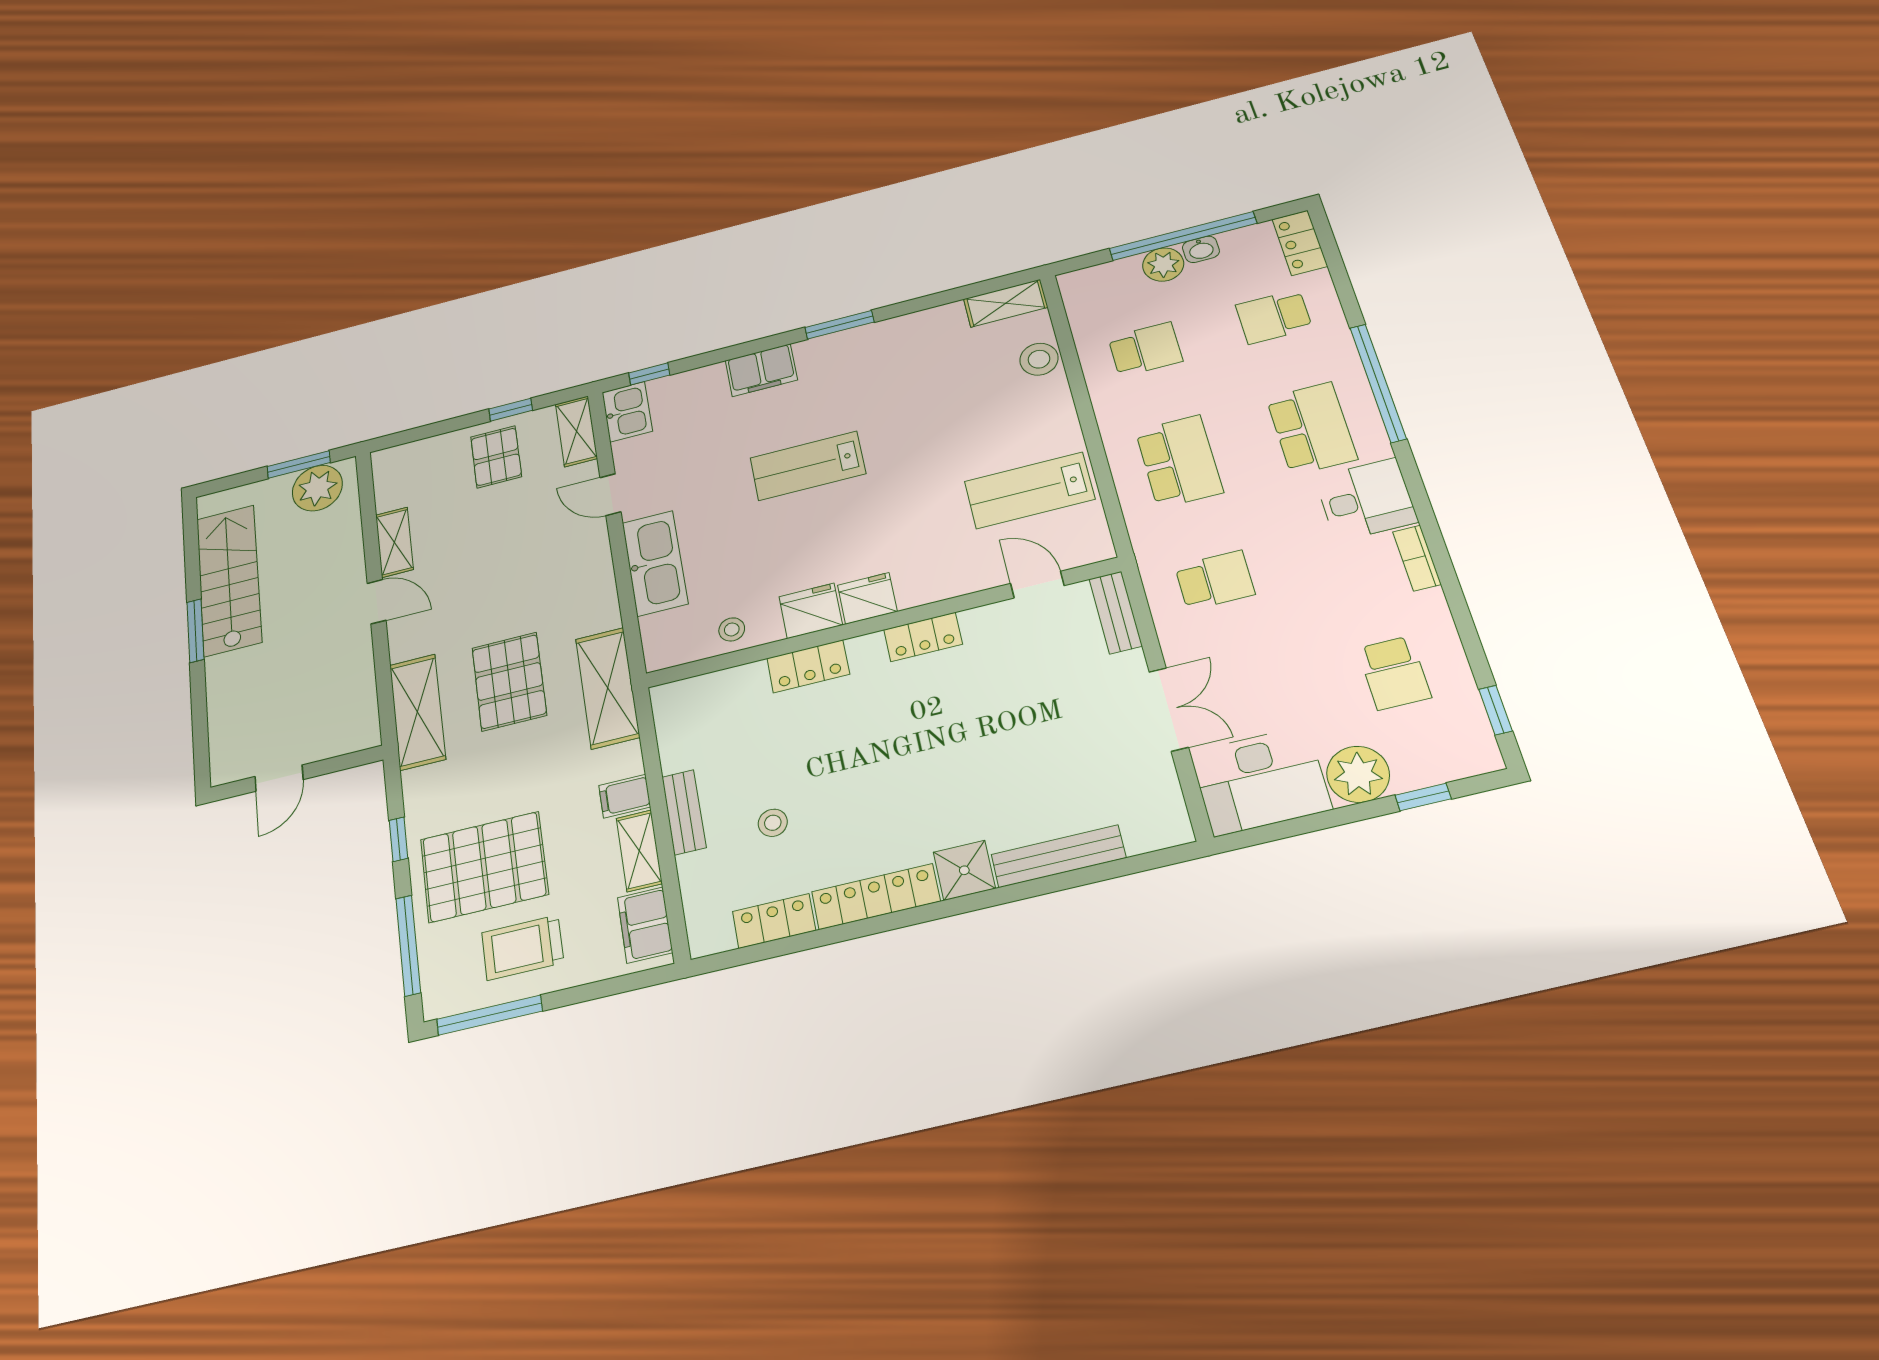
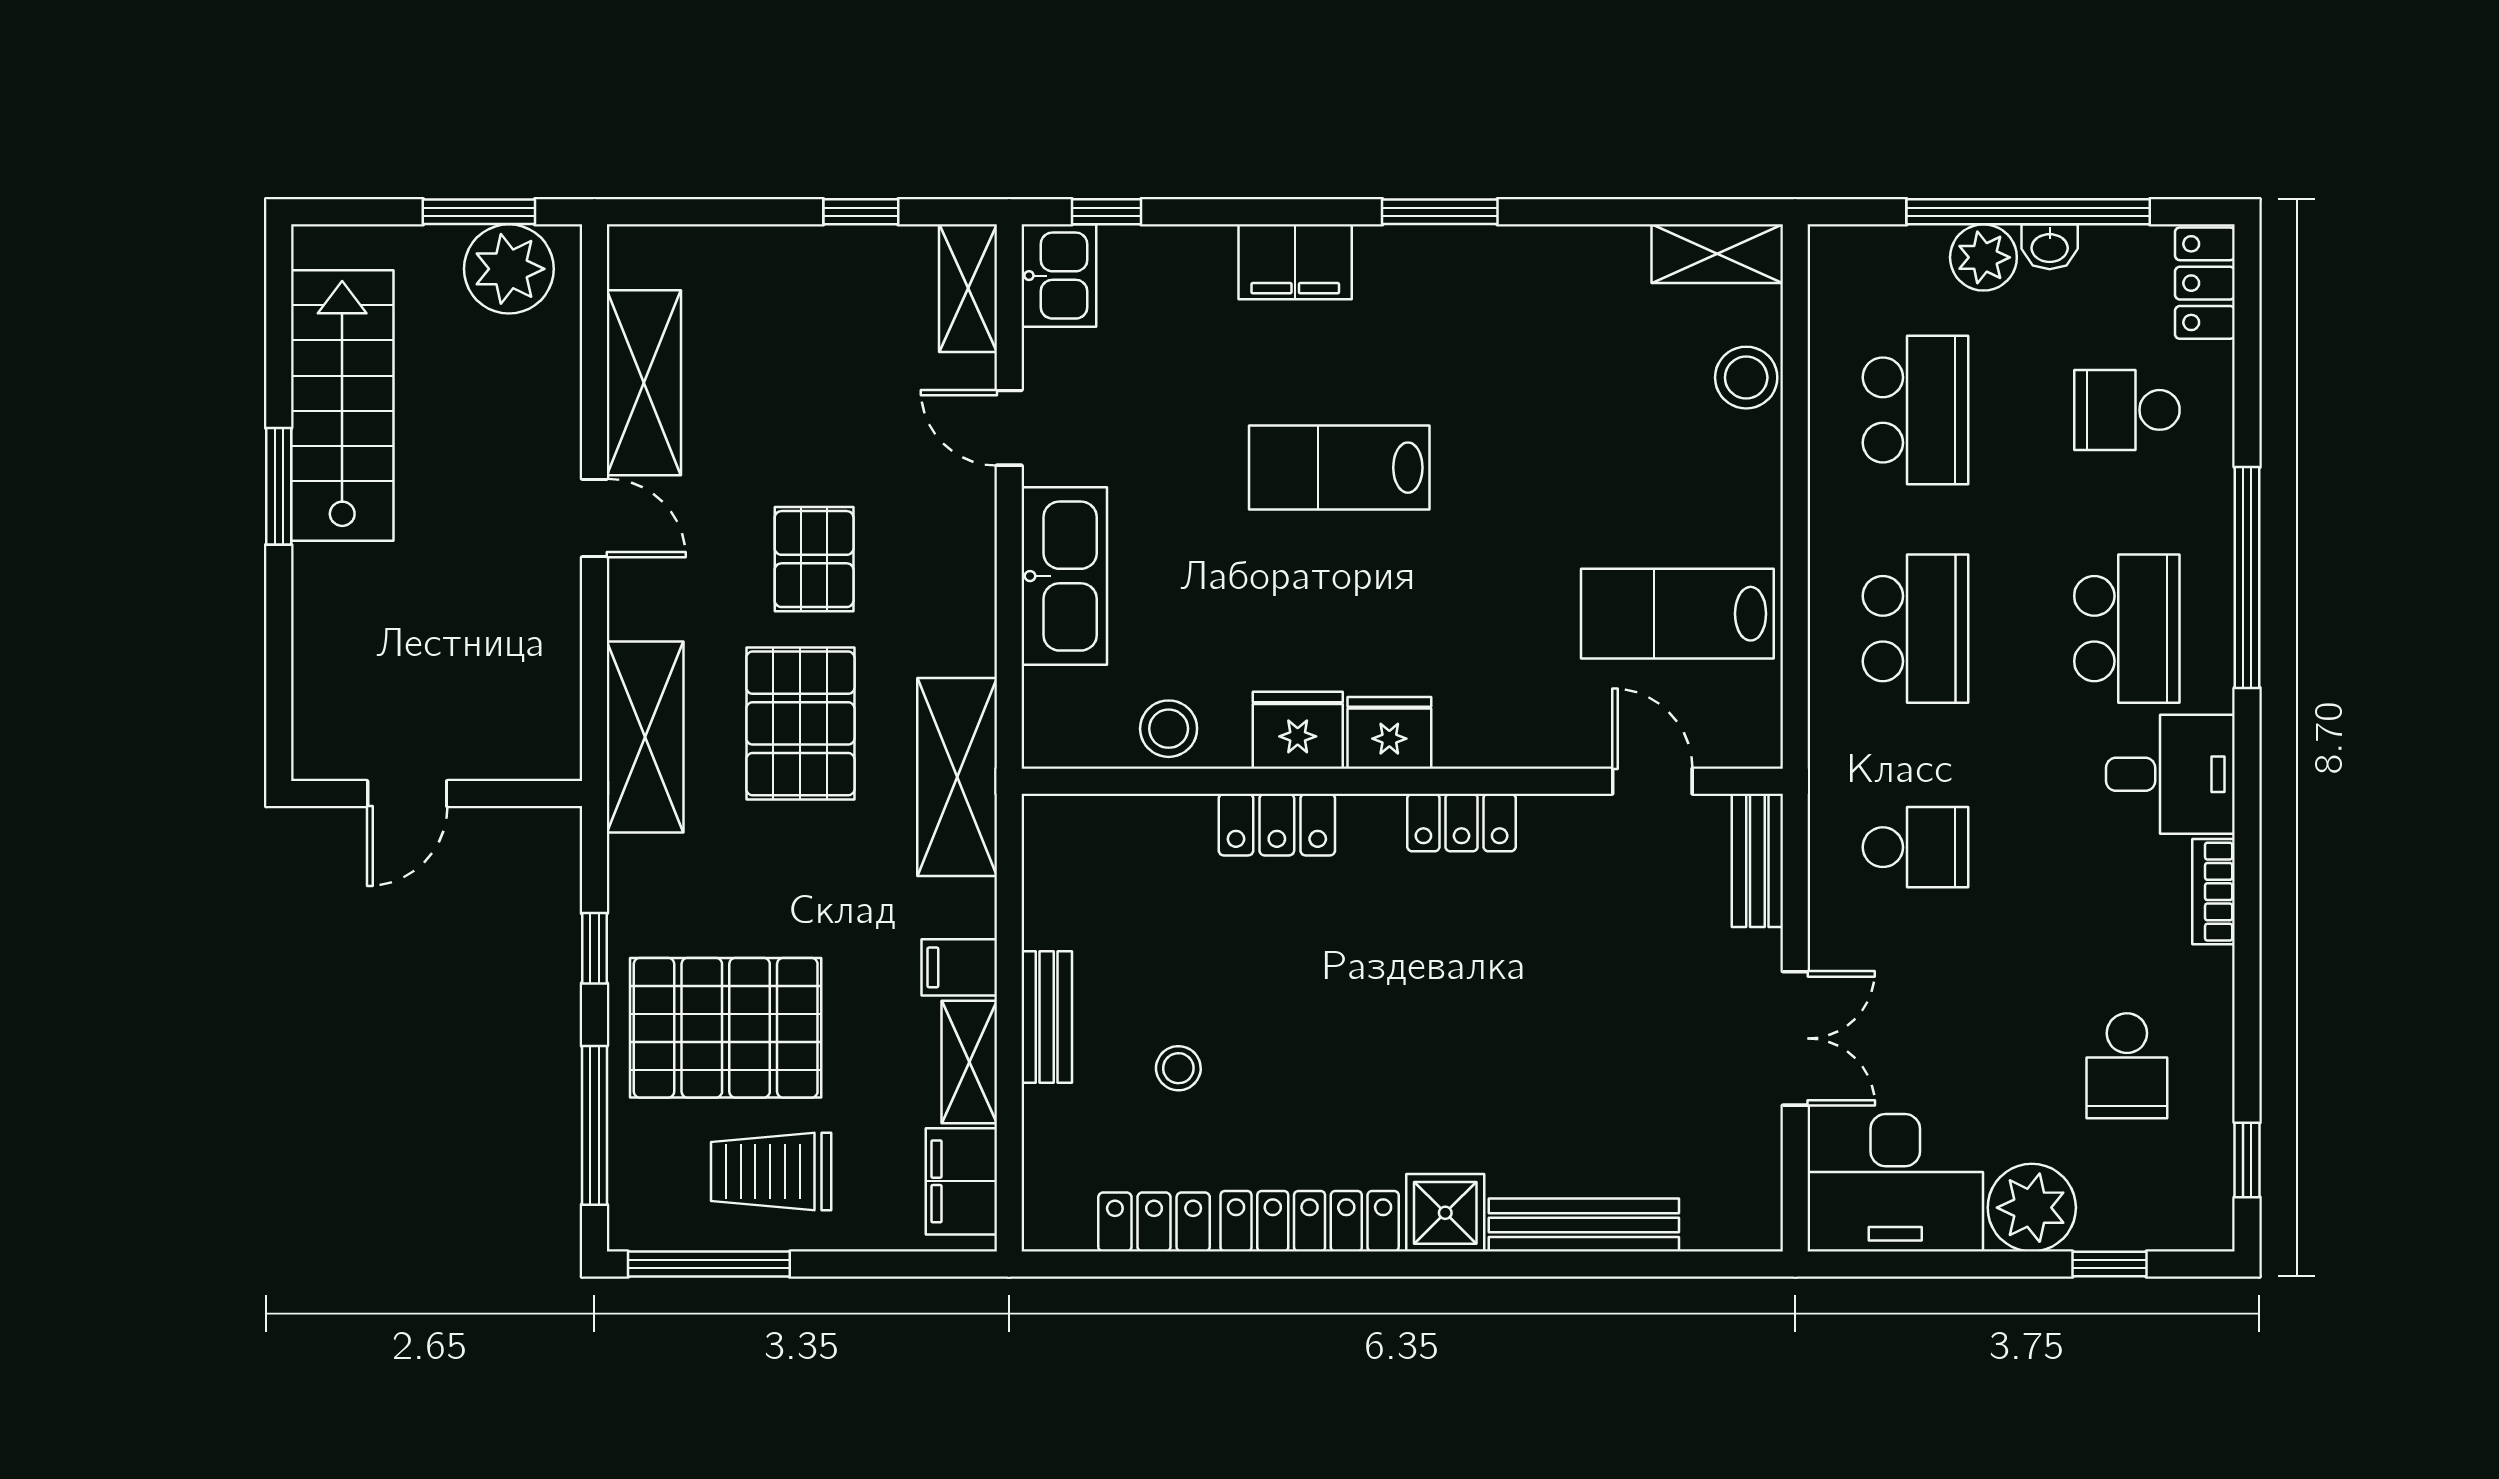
school desk: (1145, 349) -> (1915, 410), width x1.85
pallet: (496, 457) -> (814, 559), moved
shelving: (394, 542) -> (644, 383), width x1.50, depth x1.33
stool: (732, 629) -> (1169, 729), width x1.37, depth x1.37

